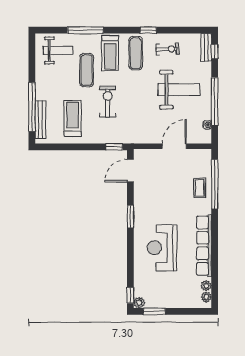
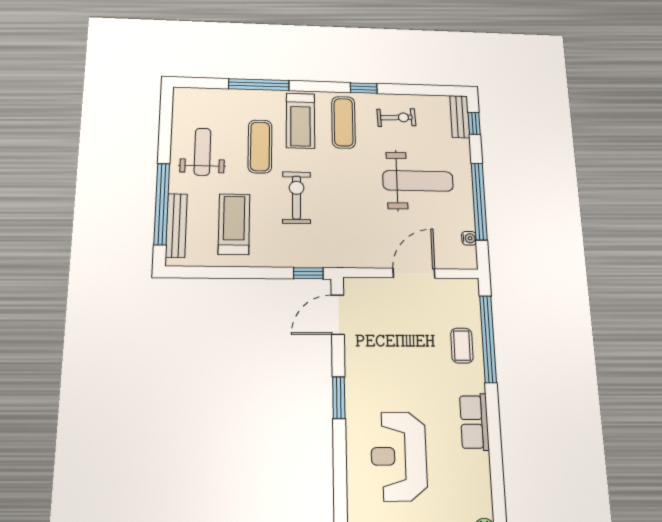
weight bench: (58, 50) -> (202, 152), moved, turned -90
row of seats: (204, 246) -> (474, 422), width x0.50

